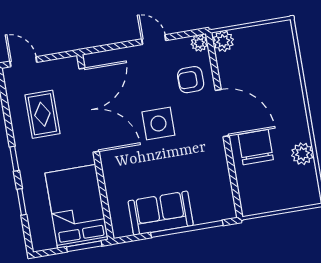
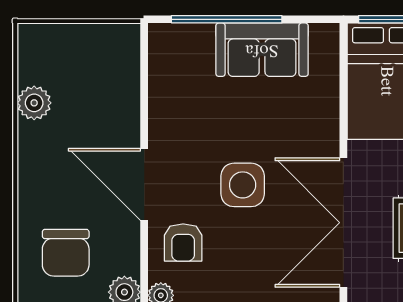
armchair: (191, 80) -> (183, 242), turned 90
chair: (256, 147) -> (66, 253), moved

